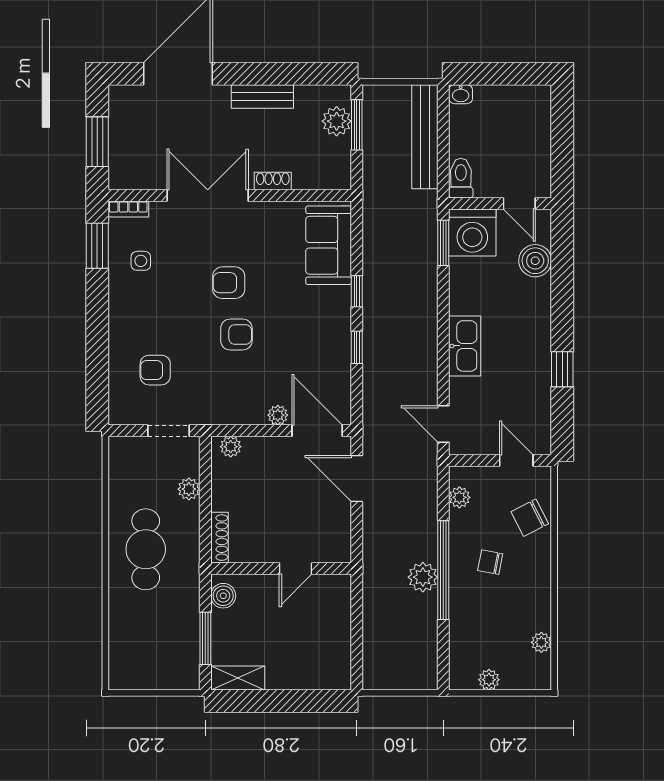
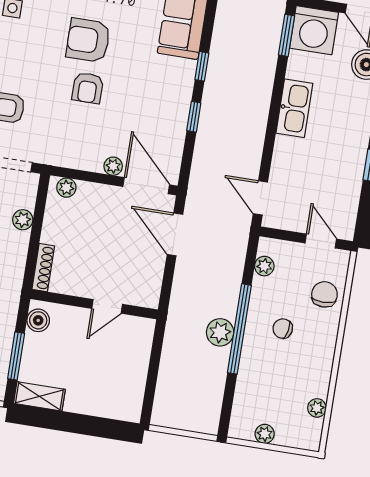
armchair: (229, 283) -> (88, 40), width x1.38, depth x1.38
armchair: (236, 335) -> (88, 88), turned 90
kitchen sink: (465, 346) -> (294, 108), moved
chair: (530, 518) -> (324, 294), turned 117

